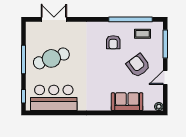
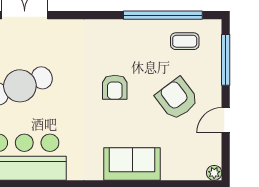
armchair: (113, 42) -> (115, 87), moved
sofa: (127, 102) -> (132, 164), moved

